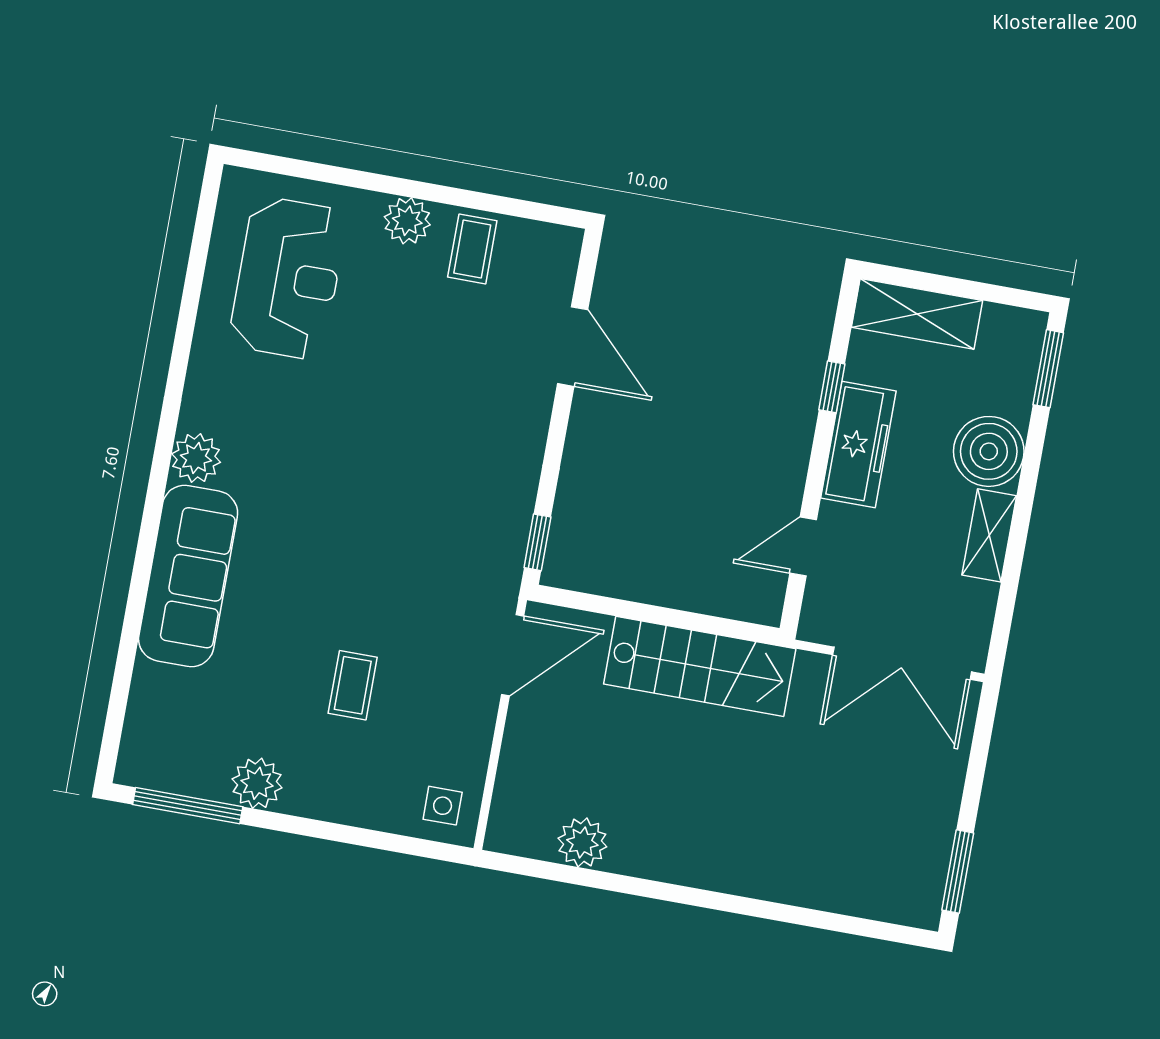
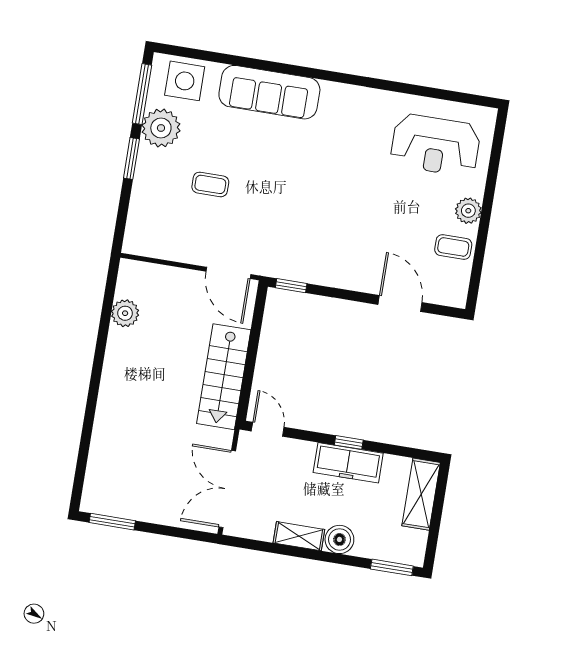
door: (573, 347) -> (400, 303), swing flipped
window: (832, 387) -> (349, 442), moved
boiler: (989, 451) -> (339, 539), width x0.73, depth x0.73
plant: (196, 458) -> (335, 96), removed
door: (803, 546) -> (268, 429), moved
plant: (257, 783) -> (161, 128), width x1.36, depth x1.36
side table: (443, 806) -> (185, 81), moved, width x1.87, depth x1.87
window: (304, 827) -> (131, 159), added

